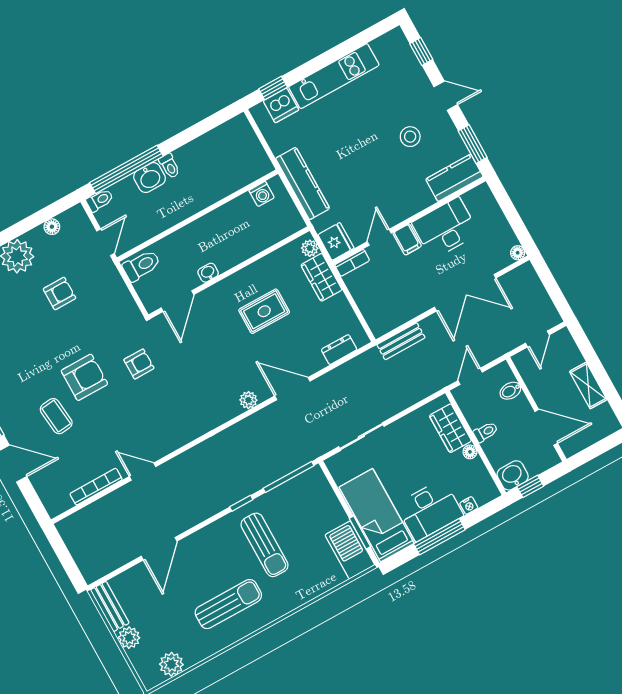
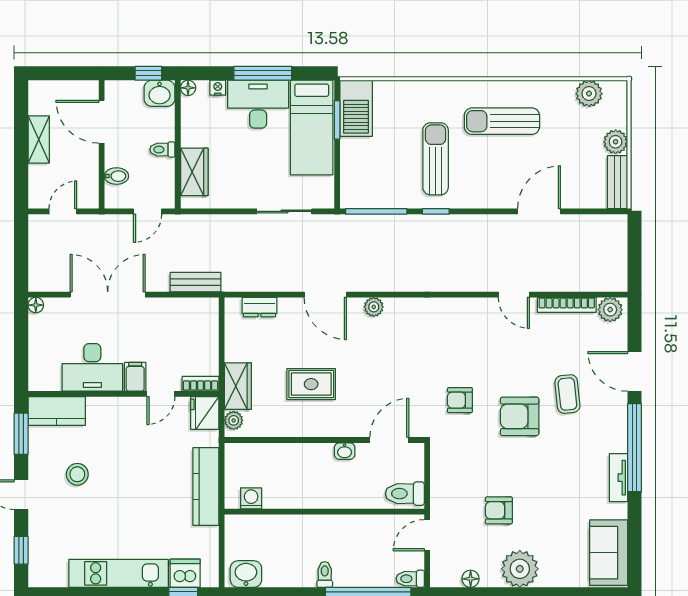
washbasin: (150, 178) -> (246, 574), moved
floor lamp: (470, 452) -> (188, 88), moved
plant: (59, 502) -> (610, 310), added

